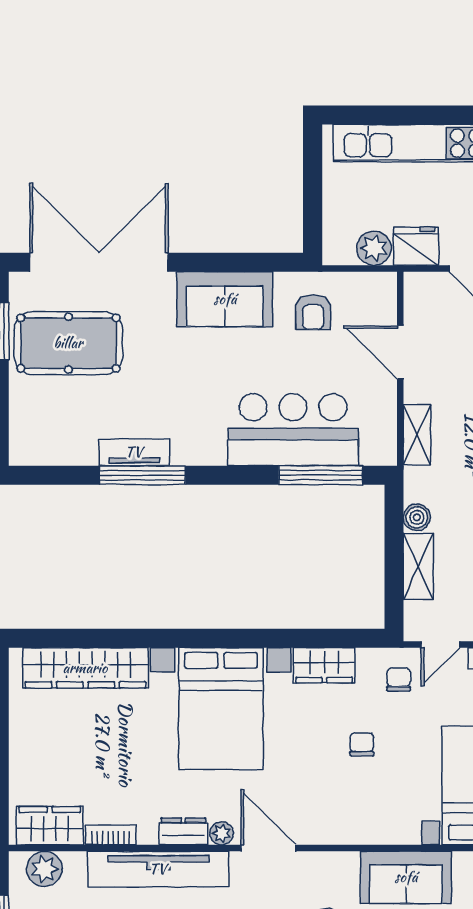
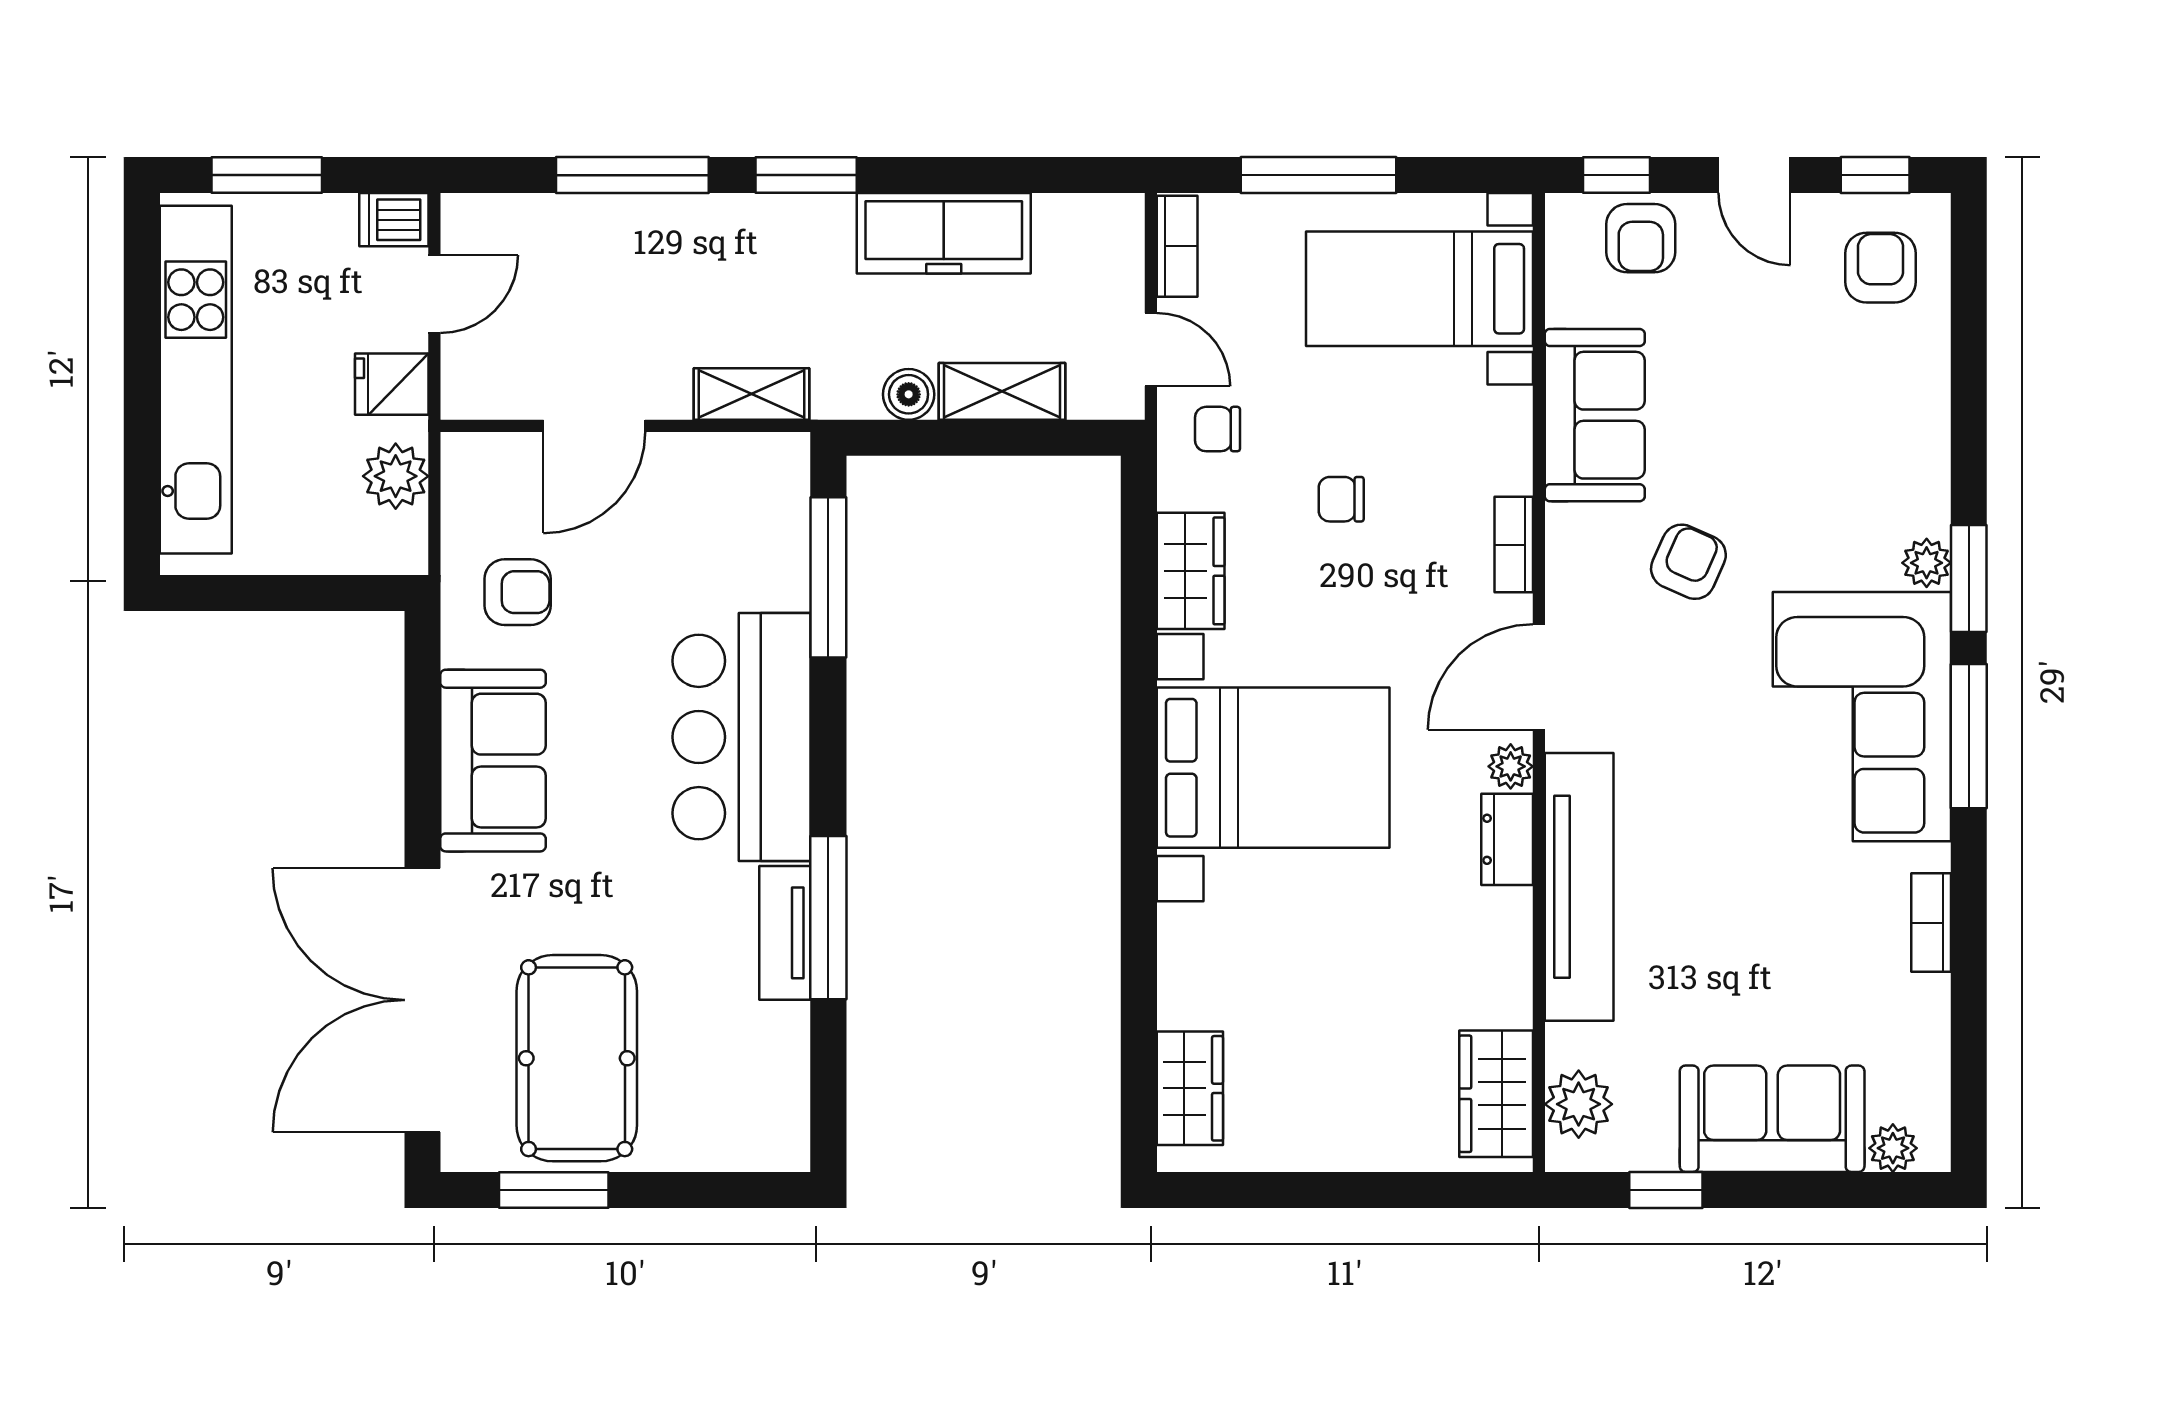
fridge: (416, 246) -> (392, 384), width x0.72
bar counter: (293, 430) -> (742, 737), moved
wardrobe: (85, 668) -> (1190, 1088), width x0.48, depth x0.85
bookcase: (111, 835) -> (1514, 545), moved

